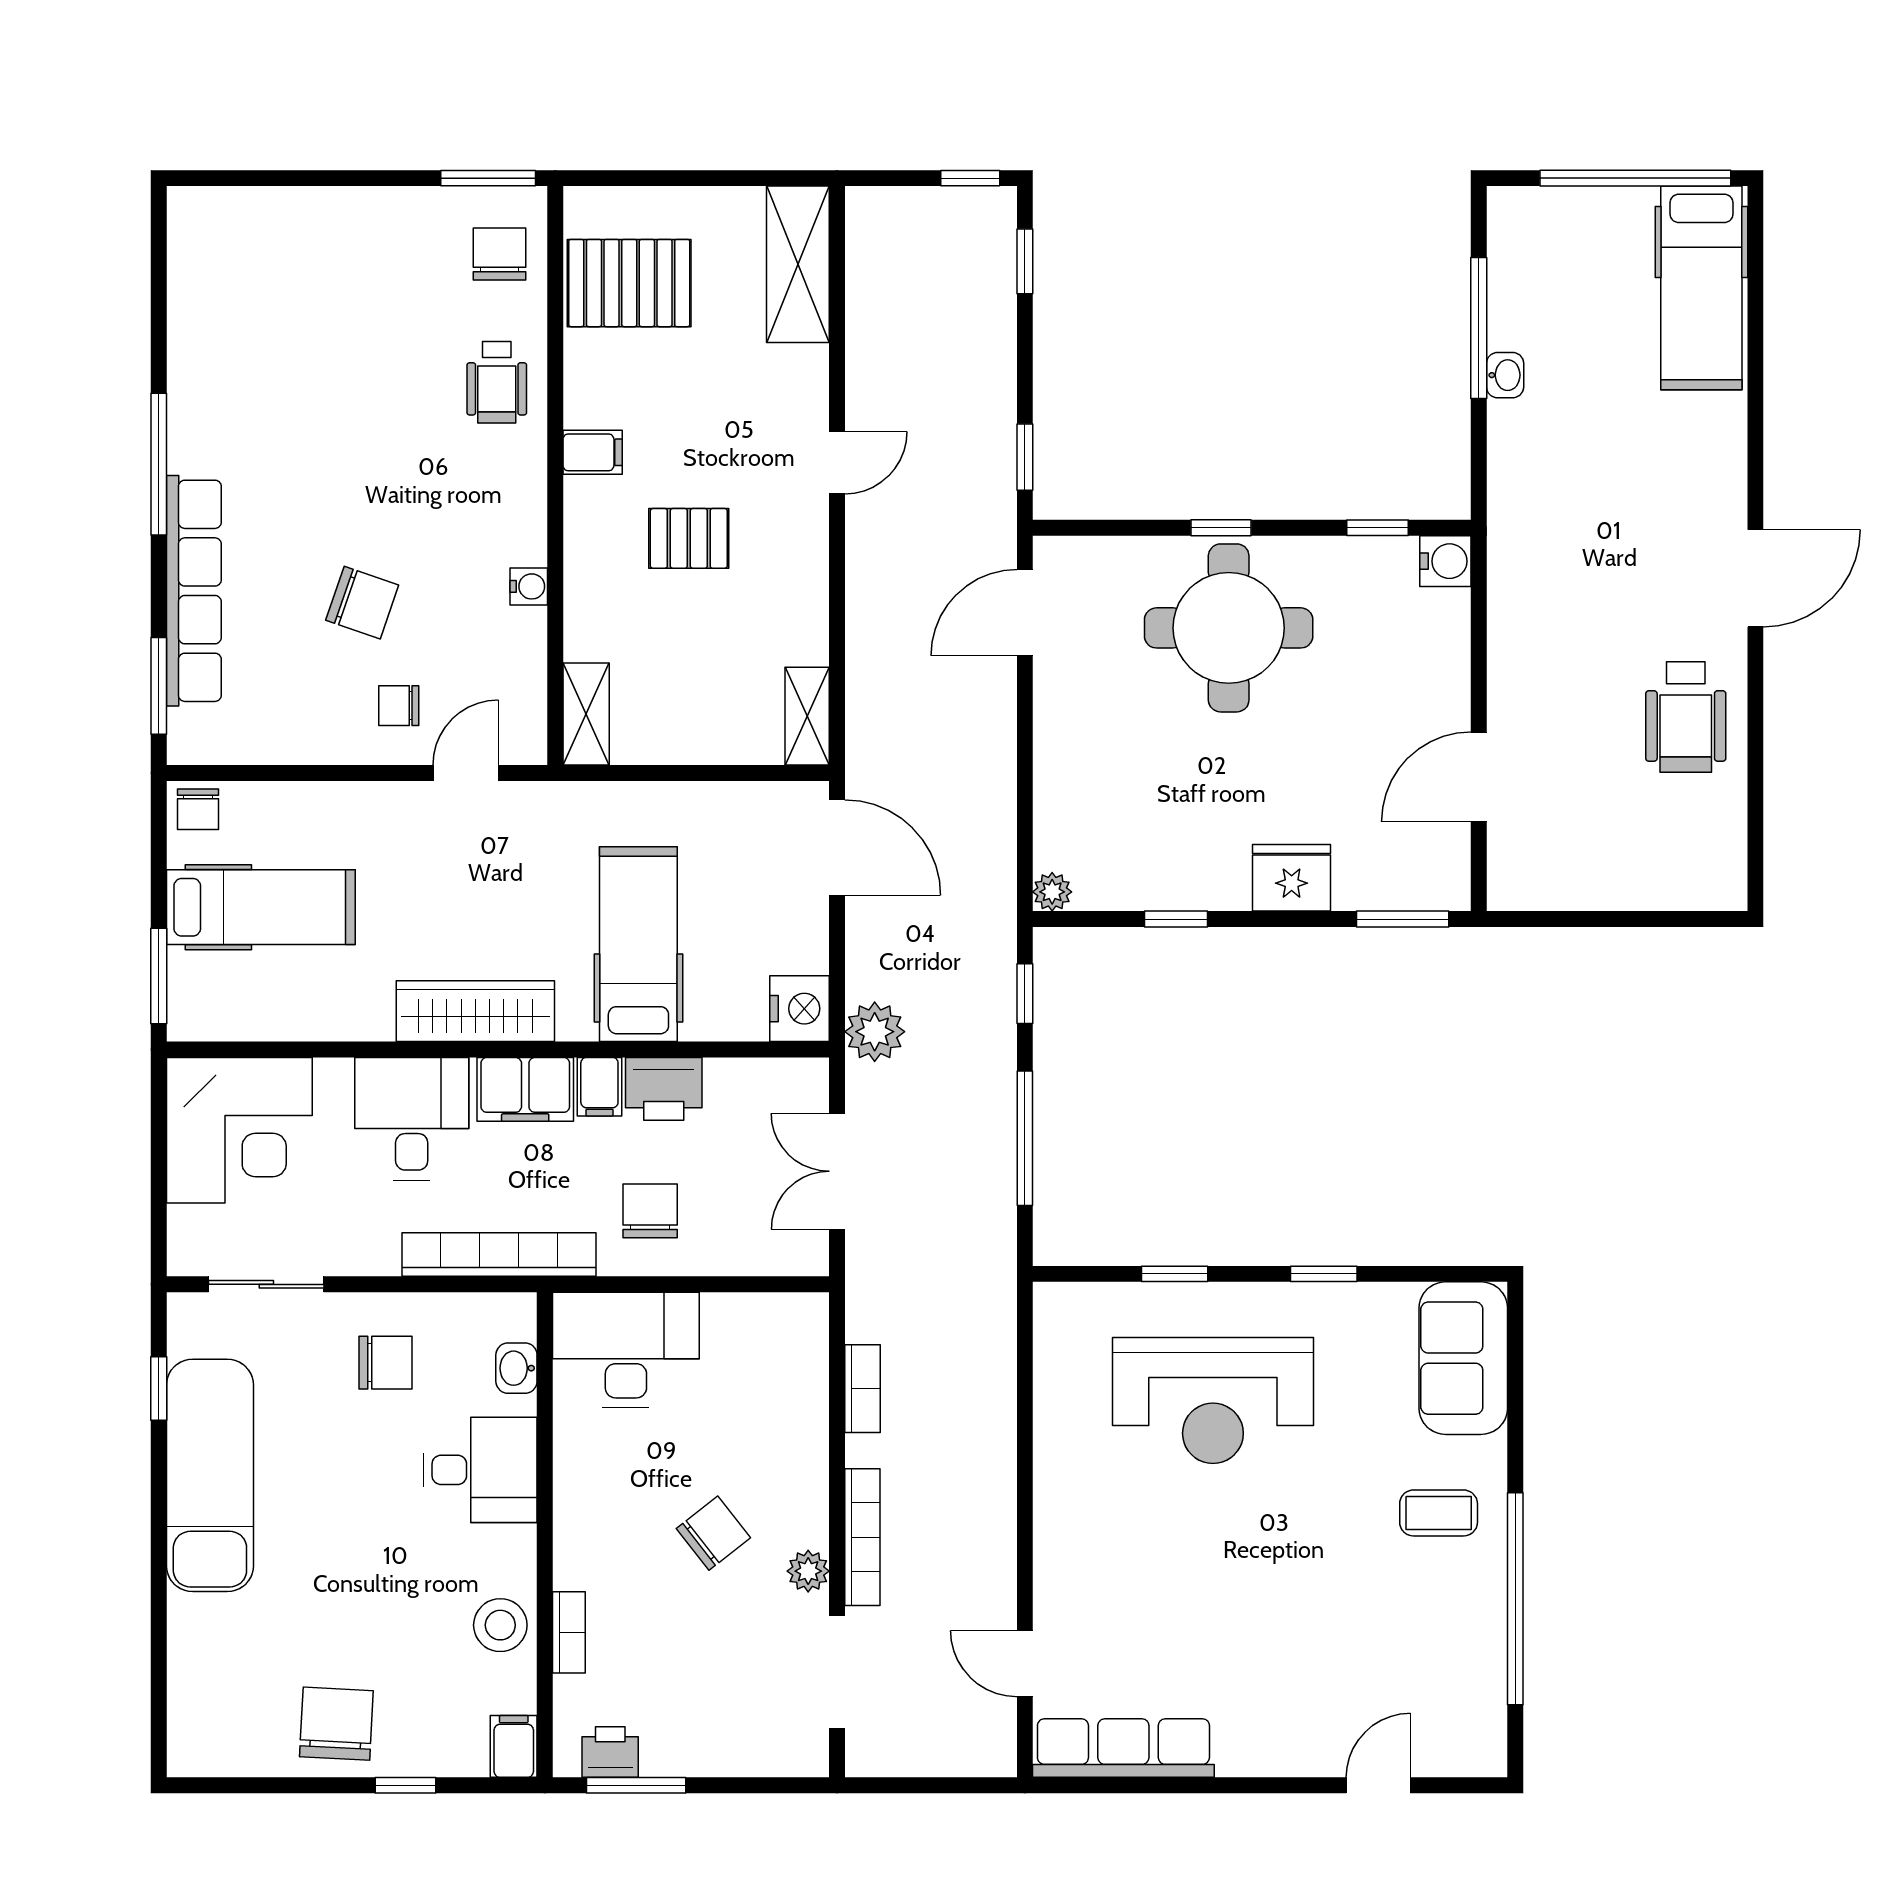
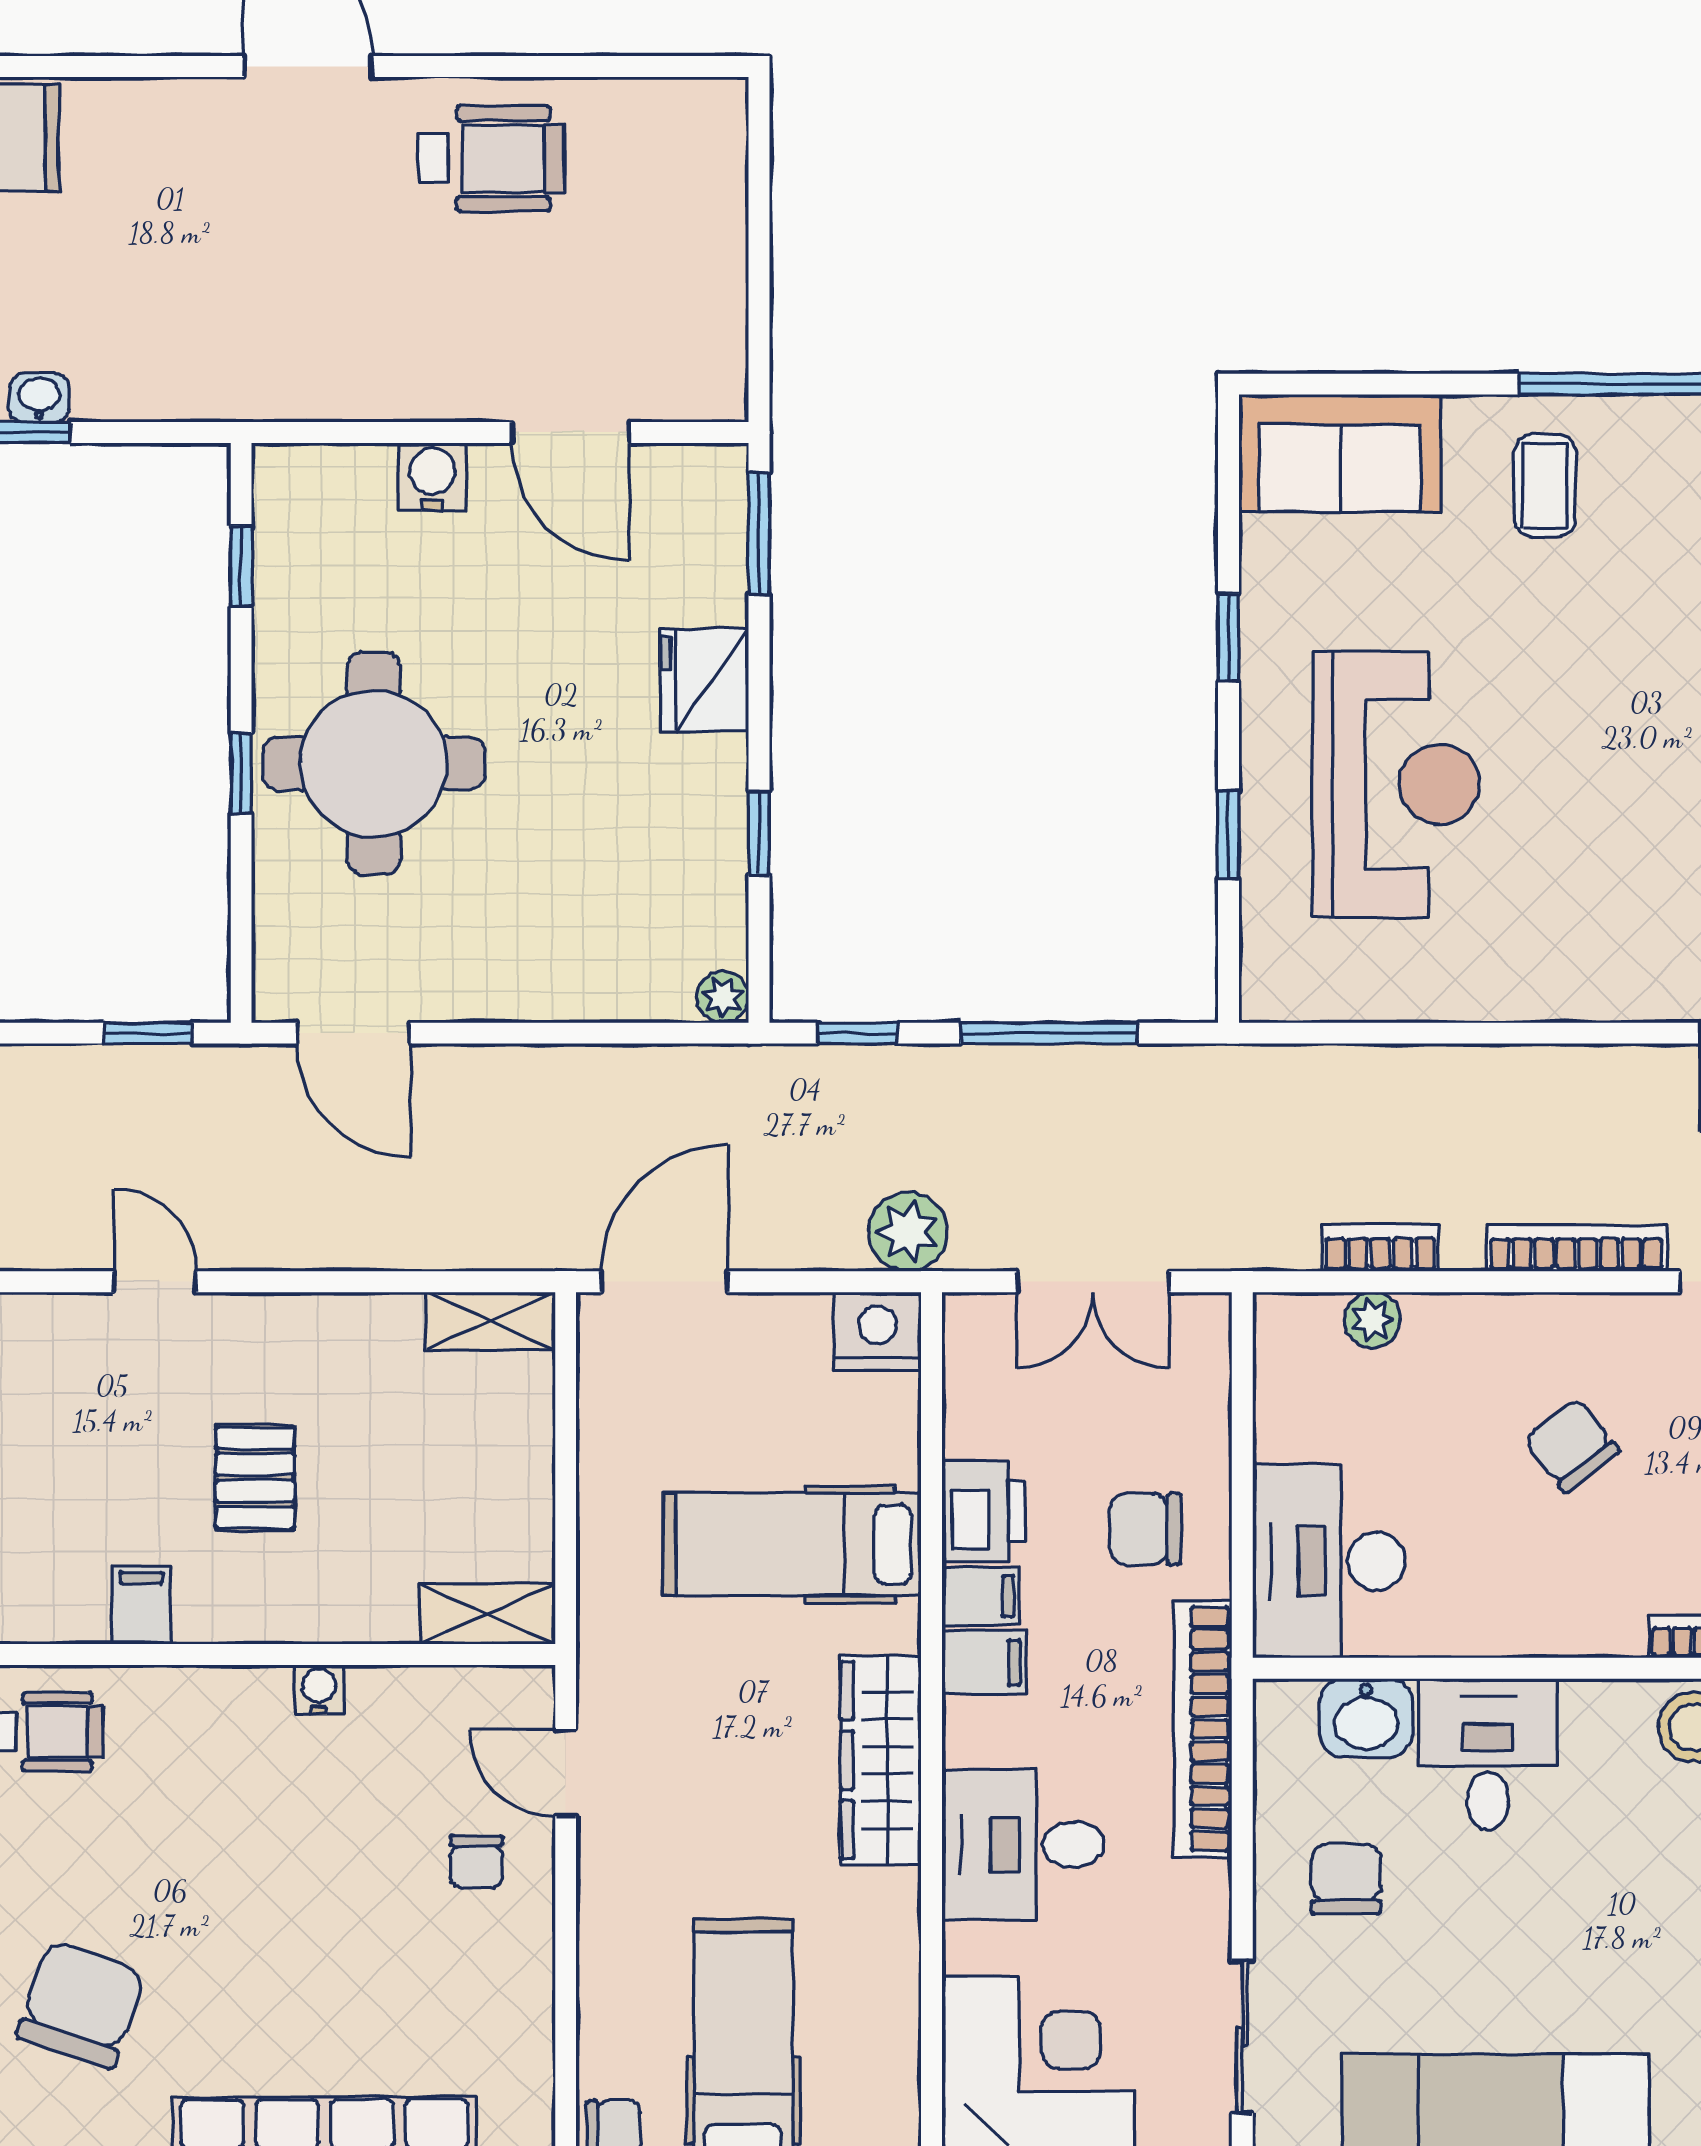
water cooler: (1445, 561) -> (432, 477), moved
chair: (362, 603) -> (81, 2004), moved, width x1.37, depth x1.37
filing cabinet: (525, 1089) -> (984, 1662), width x0.50
washbasin: (516, 1368) -> (1366, 1718), width x1.38, depth x1.45
plant: (808, 1571) -> (1372, 1320), moved

